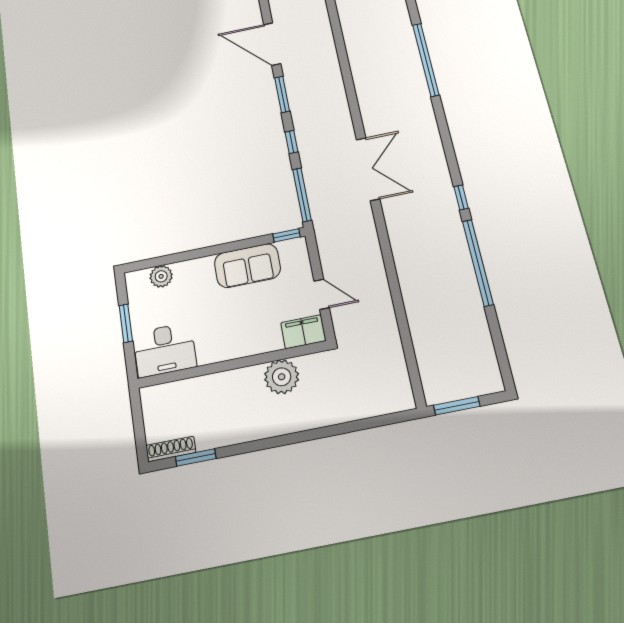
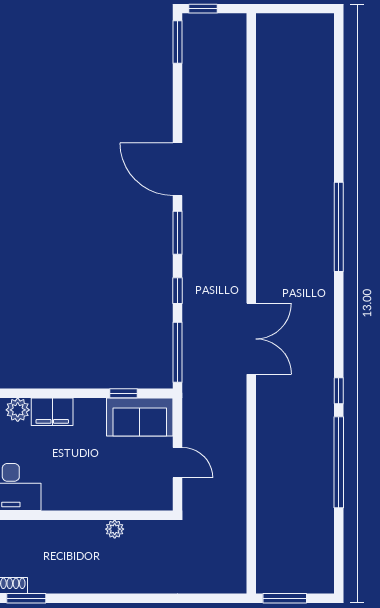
window: (286, 235) -> (123, 393), moved
sofa: (247, 266) -> (140, 417), moved
filing cabinet: (303, 332) -> (52, 412), moved, turned 180
plant: (282, 377) -> (115, 529), width x0.53, depth x0.53

